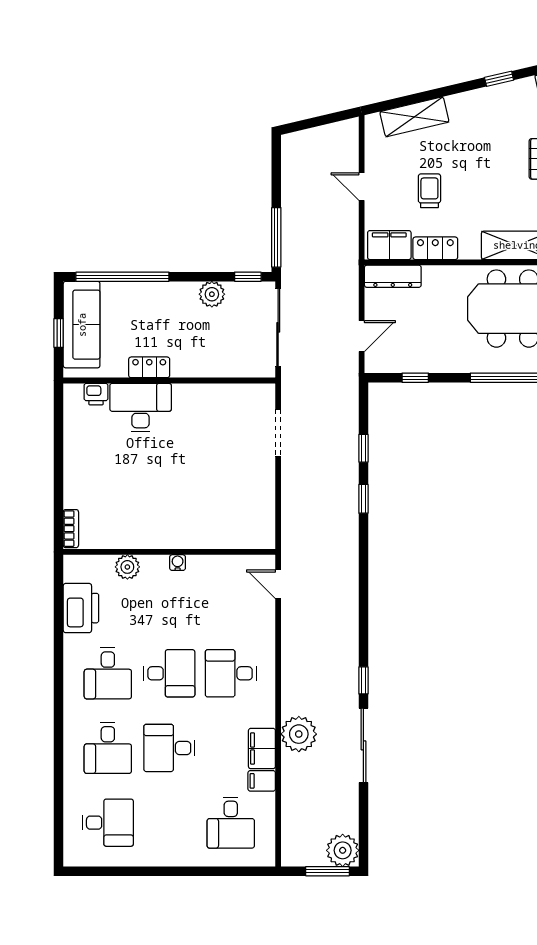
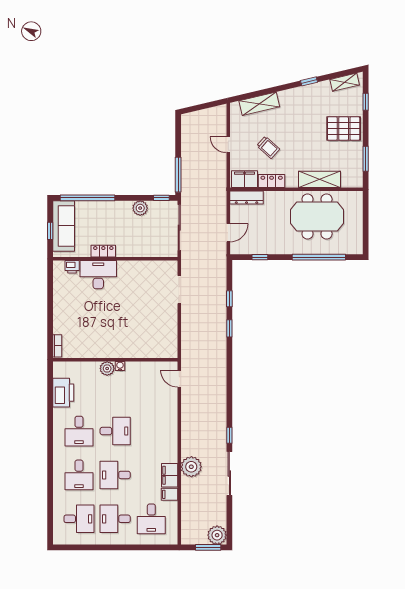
trolley: (429, 191) -> (268, 147), turned 132
plant: (127, 567) -> (107, 368), moved
desk: (231, 673) -> (115, 519), moved

